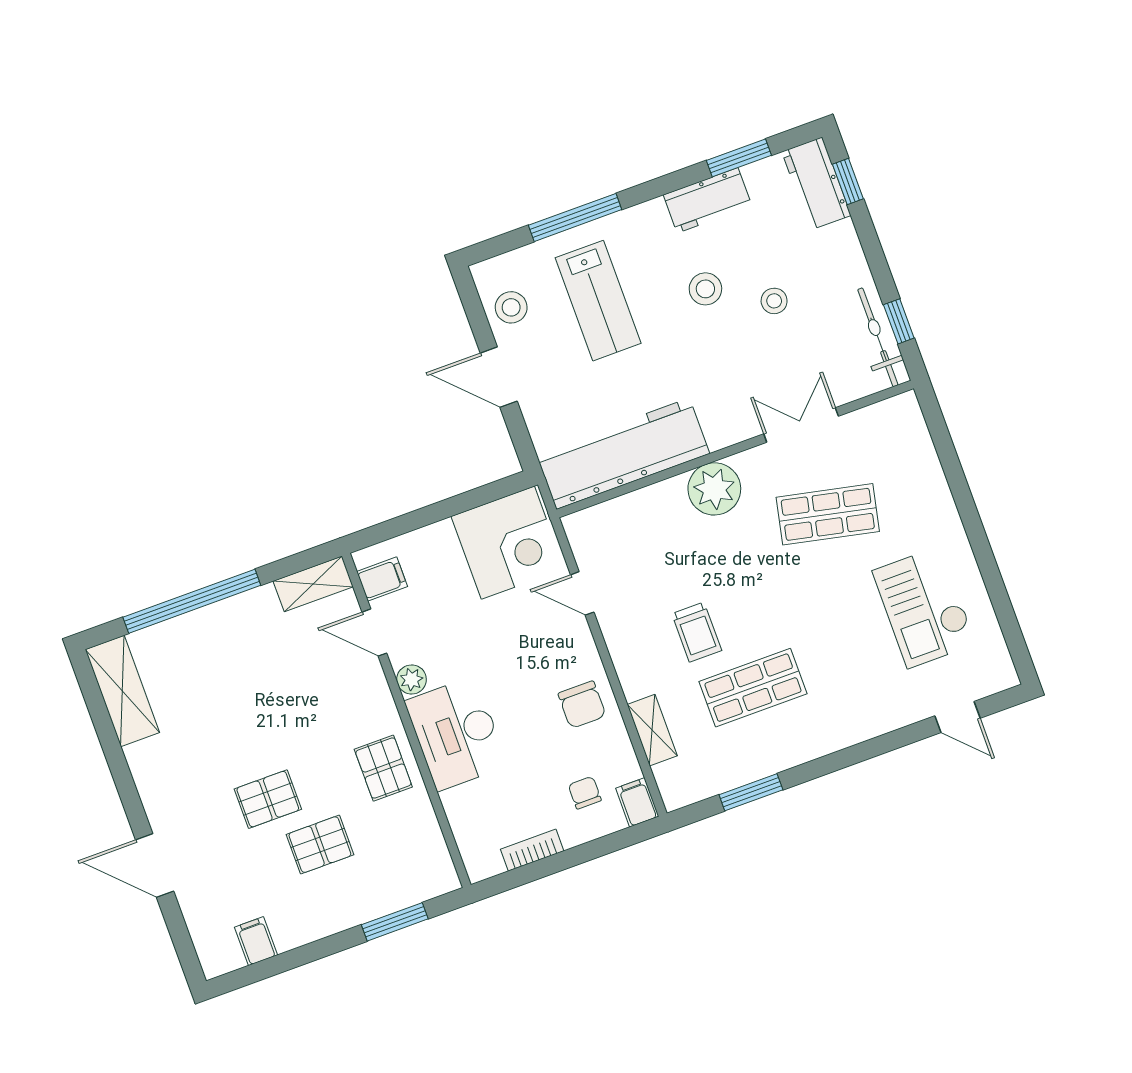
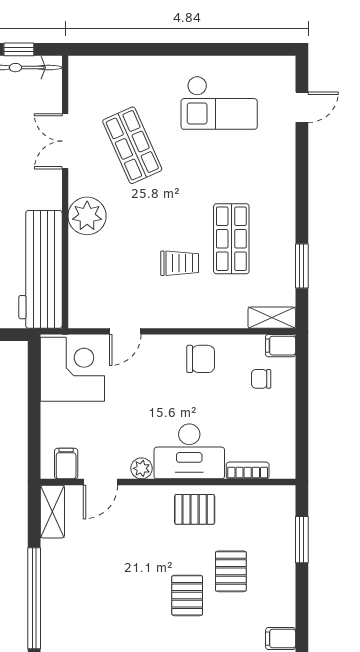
shop shelf: (828, 514) -> (132, 145), turned -36
shelving: (652, 730) -> (272, 318), moved
bookcase: (532, 850) -> (248, 470), moved, turned 90

